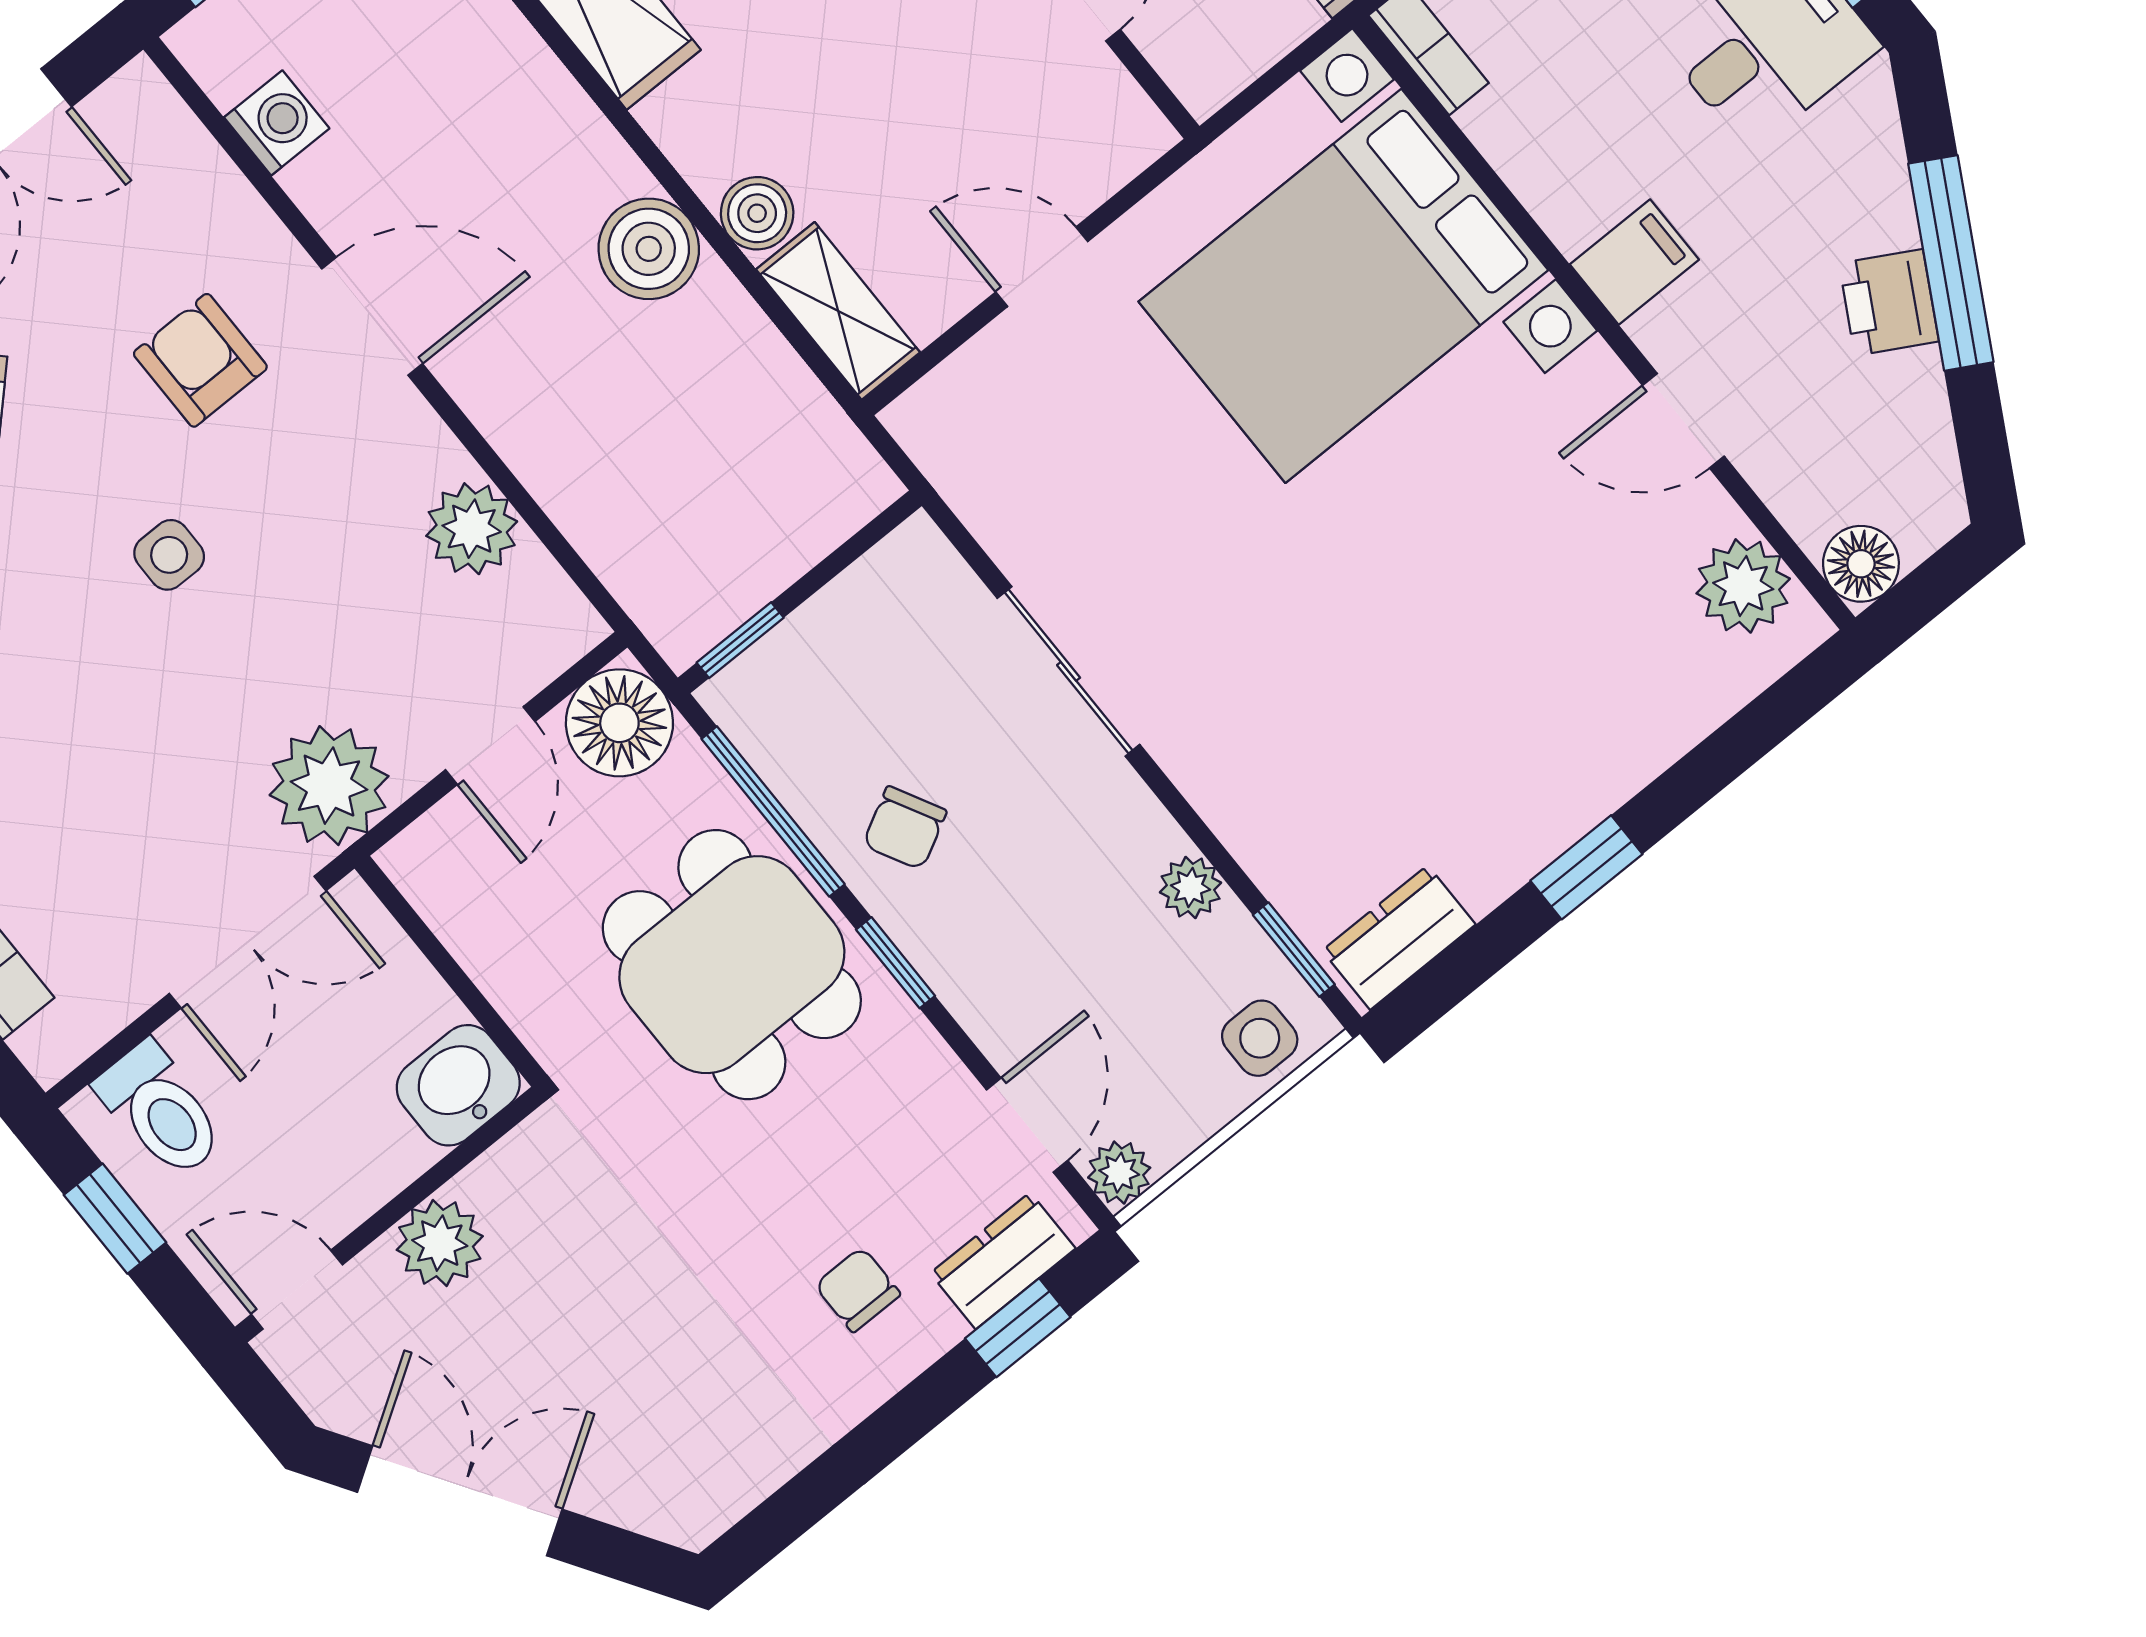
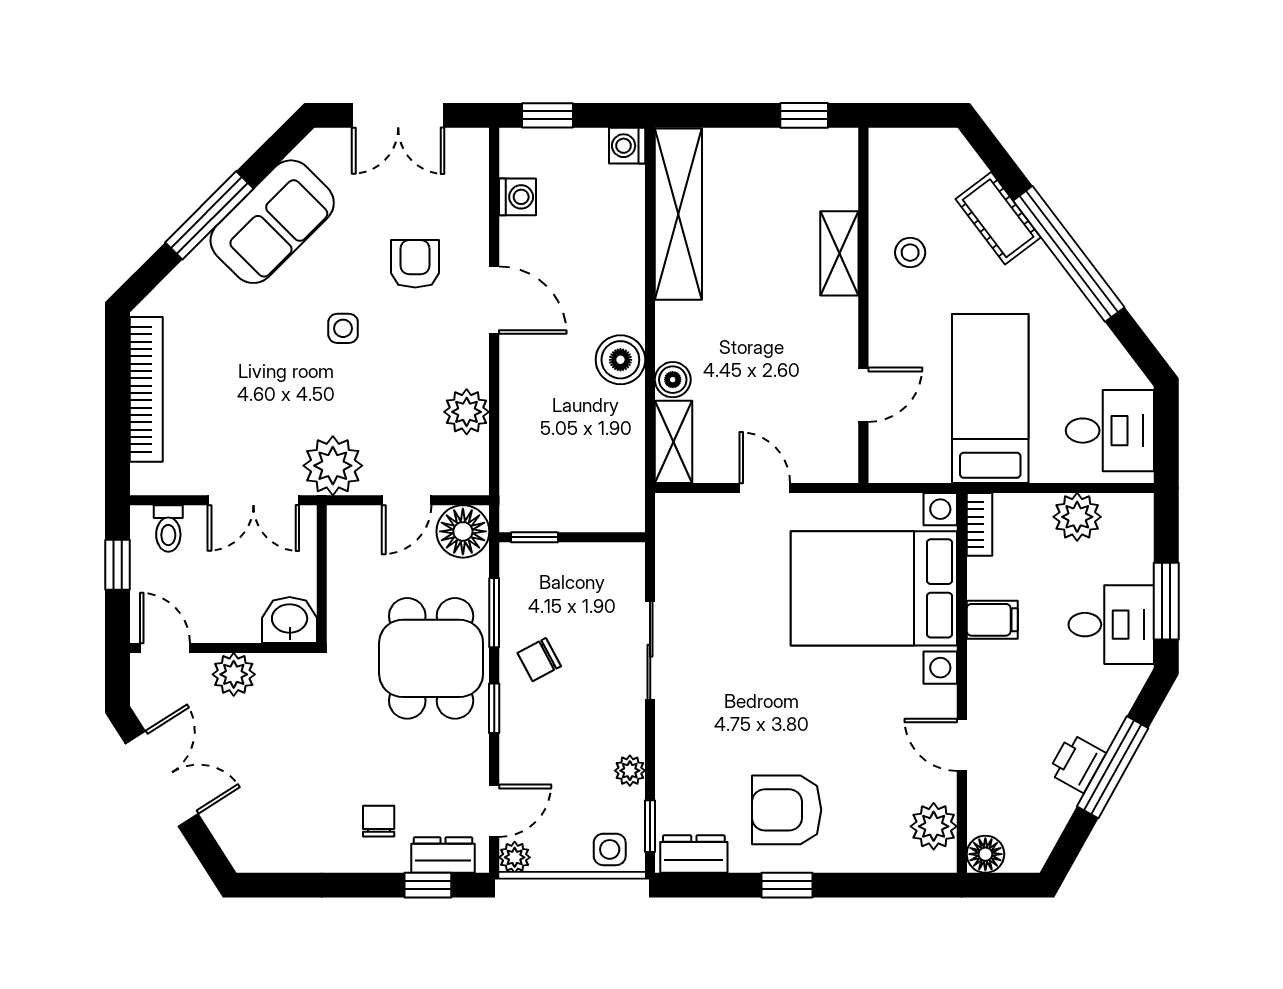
filing cabinet: (1634, 262) -> (992, 620), moved
armchair: (1489, 749) -> (787, 810), added
window: (773, 811) -> (494, 613), width x0.69
toilet: (161, 1110) -> (168, 528), width x0.73, depth x0.72

